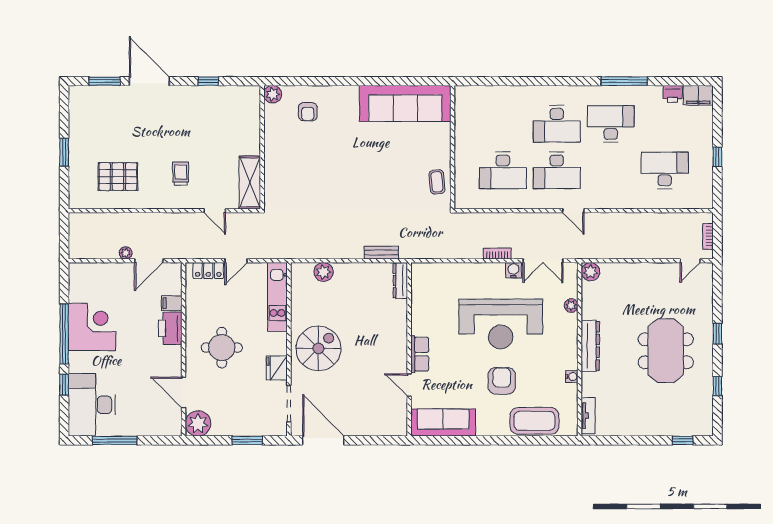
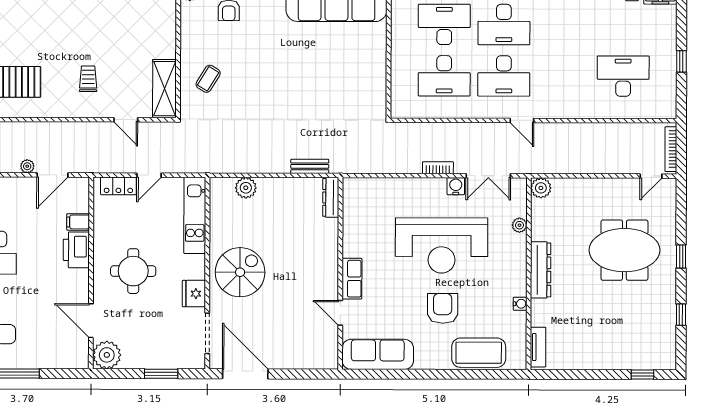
desk: (611, 124) -> (444, 24), moved
coffee table: (437, 182) -> (208, 79), moved, turned 37
bookcase: (708, 236) -> (671, 149), width x1.56
meeting table: (666, 351) -> (624, 250), moved, turned 90

